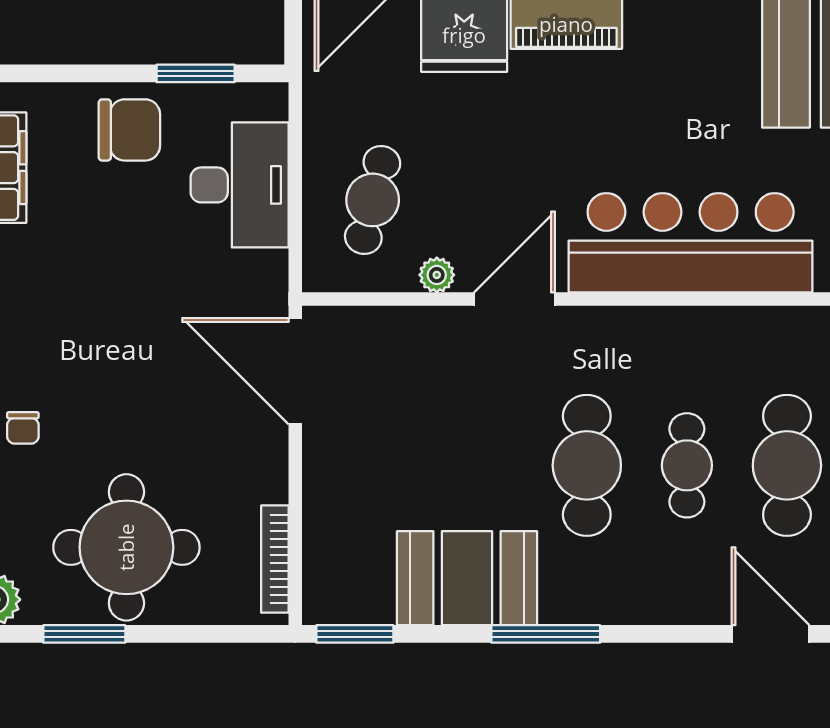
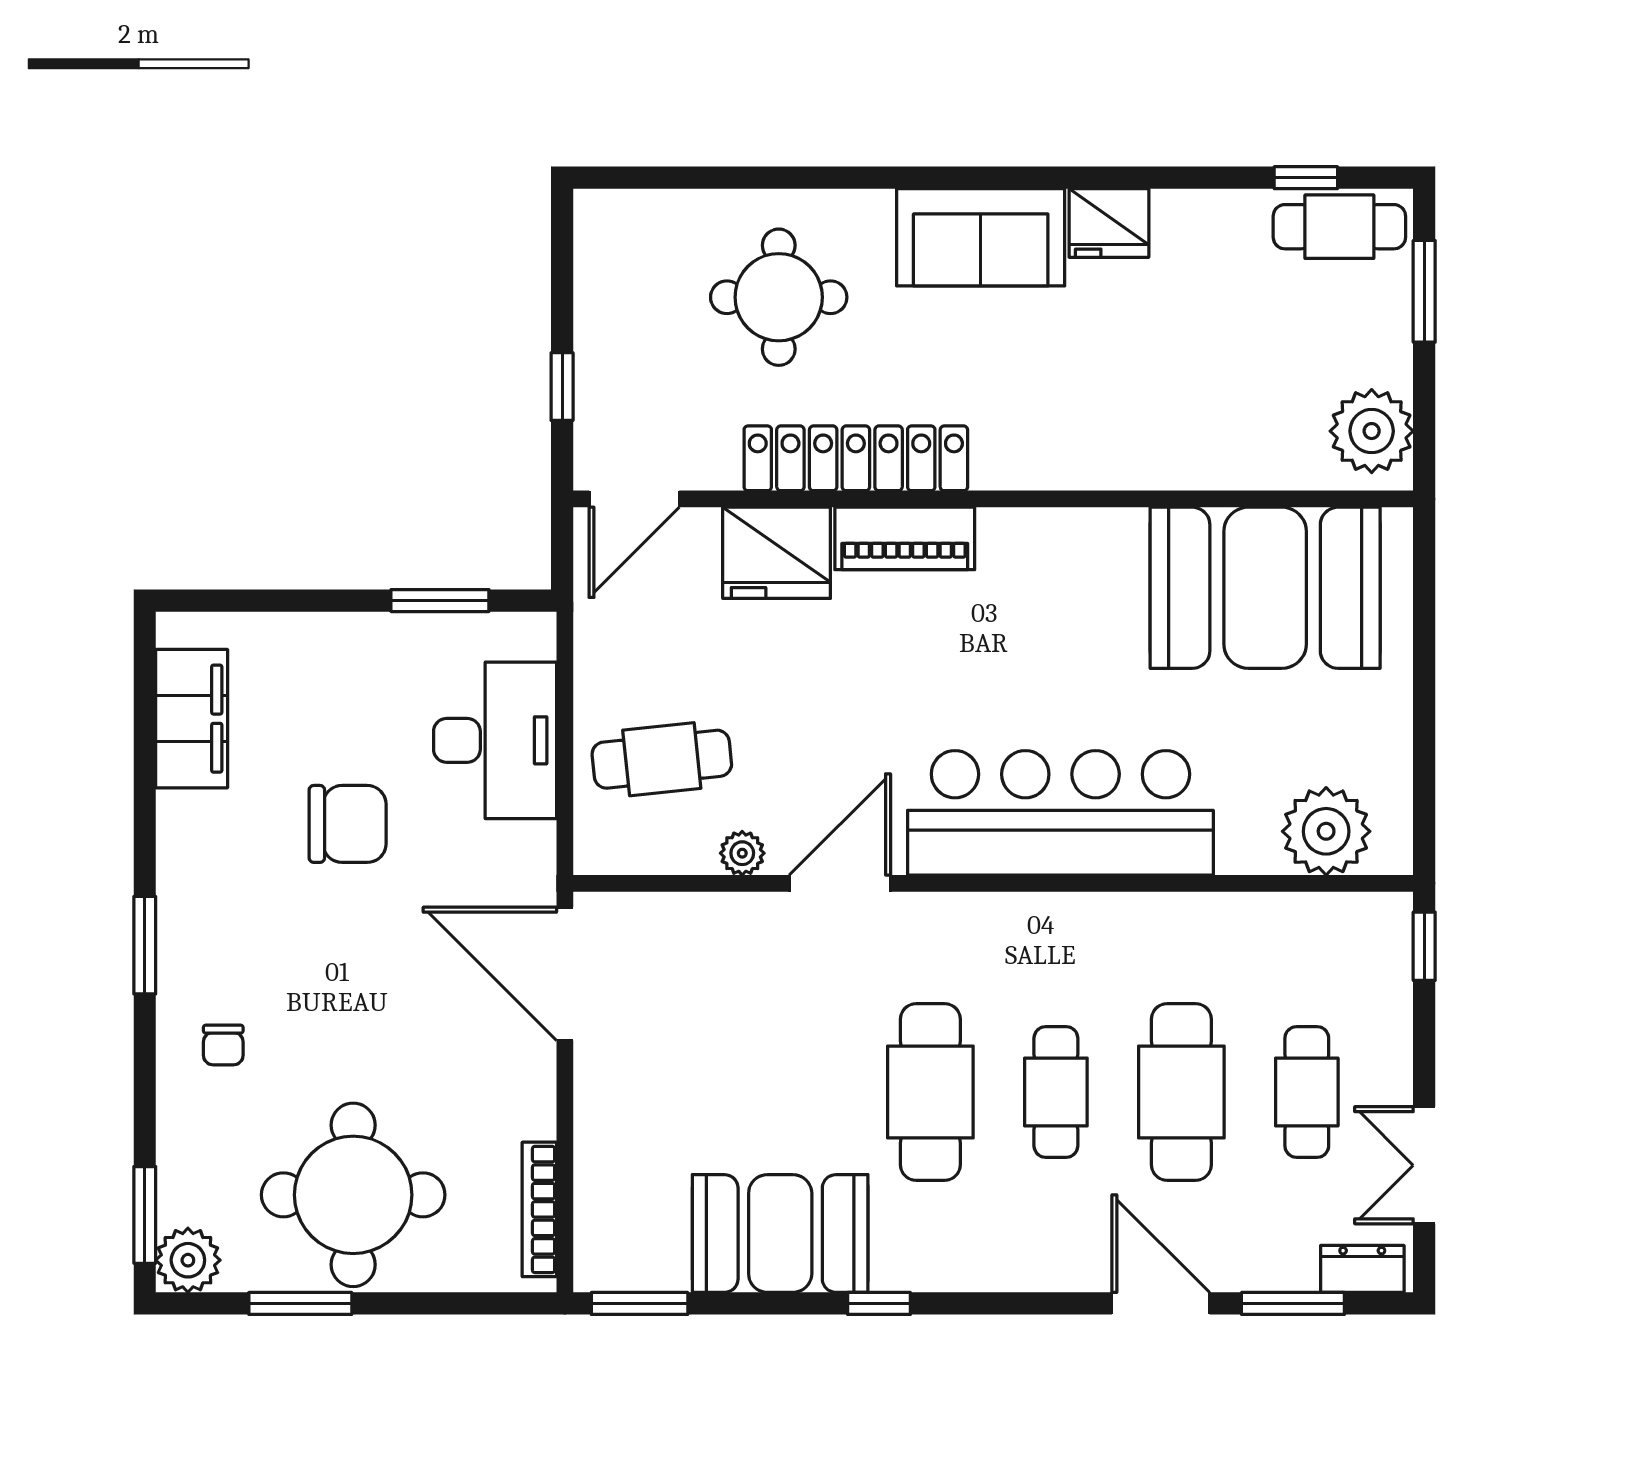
chair: (129, 130) -> (348, 824), moved
cafe table: (373, 200) -> (662, 759), turned 70
window: (546, 634) -> (879, 1303), width x0.46

